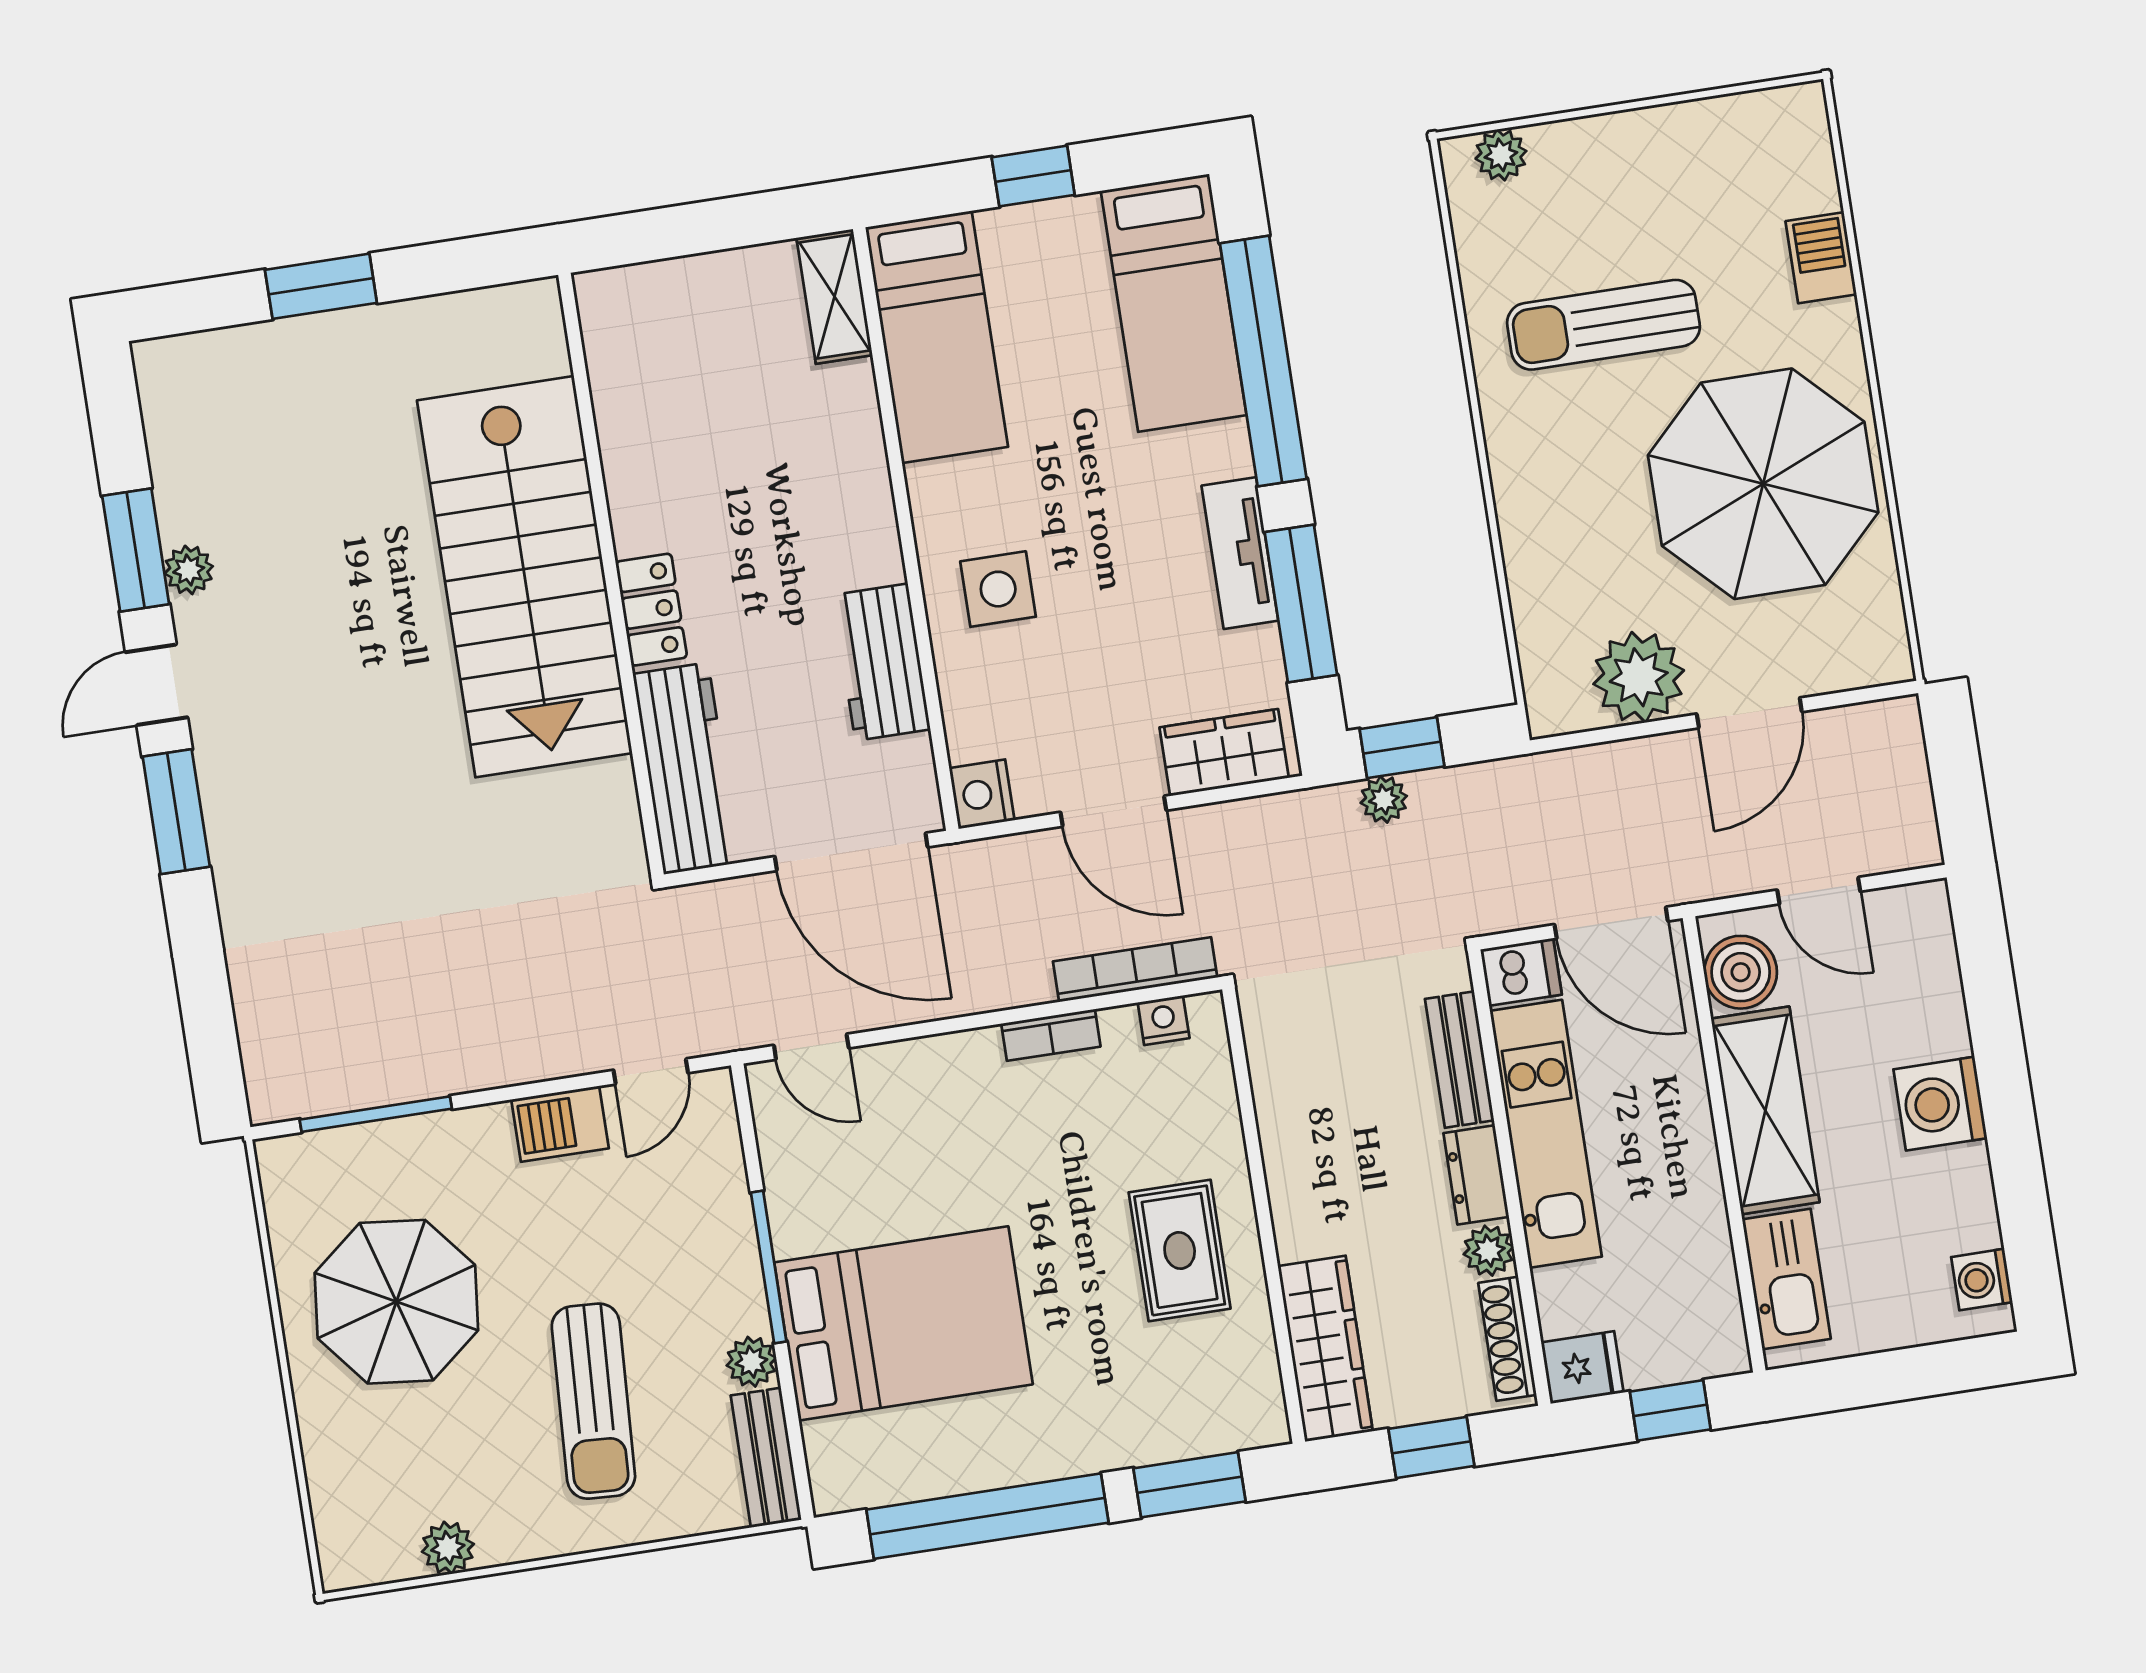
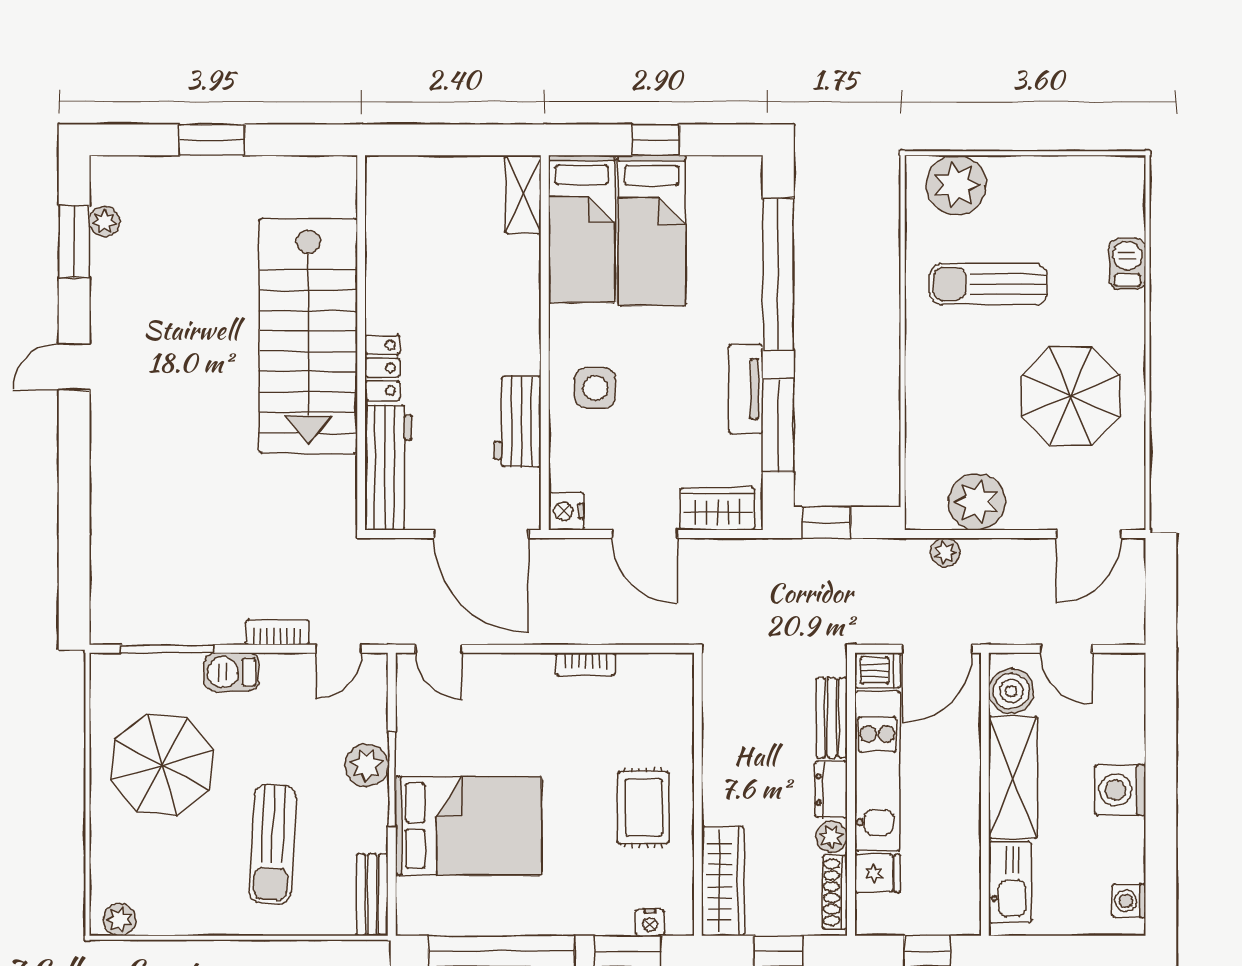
plant: (1501, 155) -> (956, 185), width x1.88, depth x1.88
bed: (1174, 303) -> (652, 230), moved
parasol: (1763, 484) -> (1071, 396), width x0.73, depth x0.73
window: (136, 550) -> (74, 241), moved
plant: (189, 570) -> (105, 221), moved
door: (1749, 713) -> (1089, 534), moved
plant: (1384, 799) -> (945, 552), moved
window: (176, 812) -> (74, 446), removed
door: (1611, 923) -> (937, 649), hinge flipped
bookcase: (1135, 970) -> (277, 632), moved, width x0.64
nightstand: (1164, 1020) -> (650, 922), moved, turned 180
barbecue: (560, 1124) -> (232, 672), moved
plant: (751, 1362) -> (367, 765), moved, width x1.38, depth x1.38
fridge: (1582, 1367) -> (878, 873), moved
plant: (448, 1548) -> (119, 920), moved

